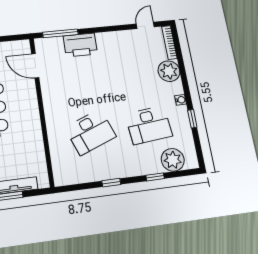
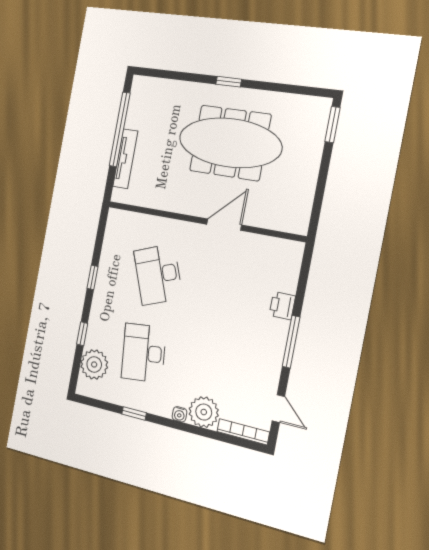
window: (60, 33) -> (291, 342), moved
printer: (80, 45) -> (282, 306), width x0.53, depth x0.68
door: (35, 66) -> (224, 225), moved
water cooler: (181, 100) -> (179, 414), moved

